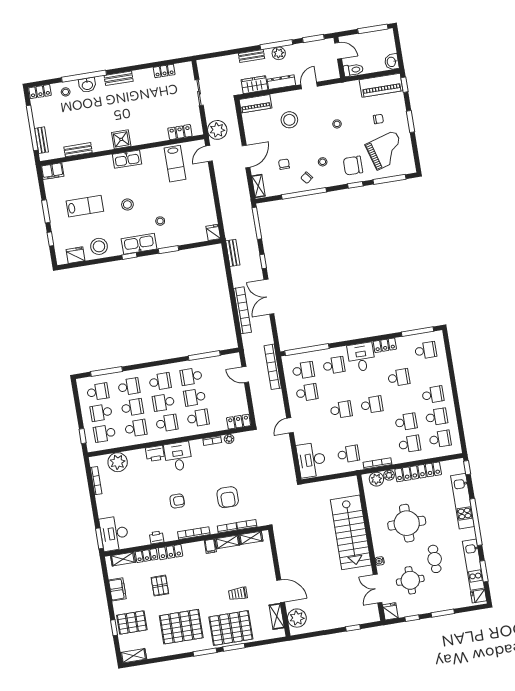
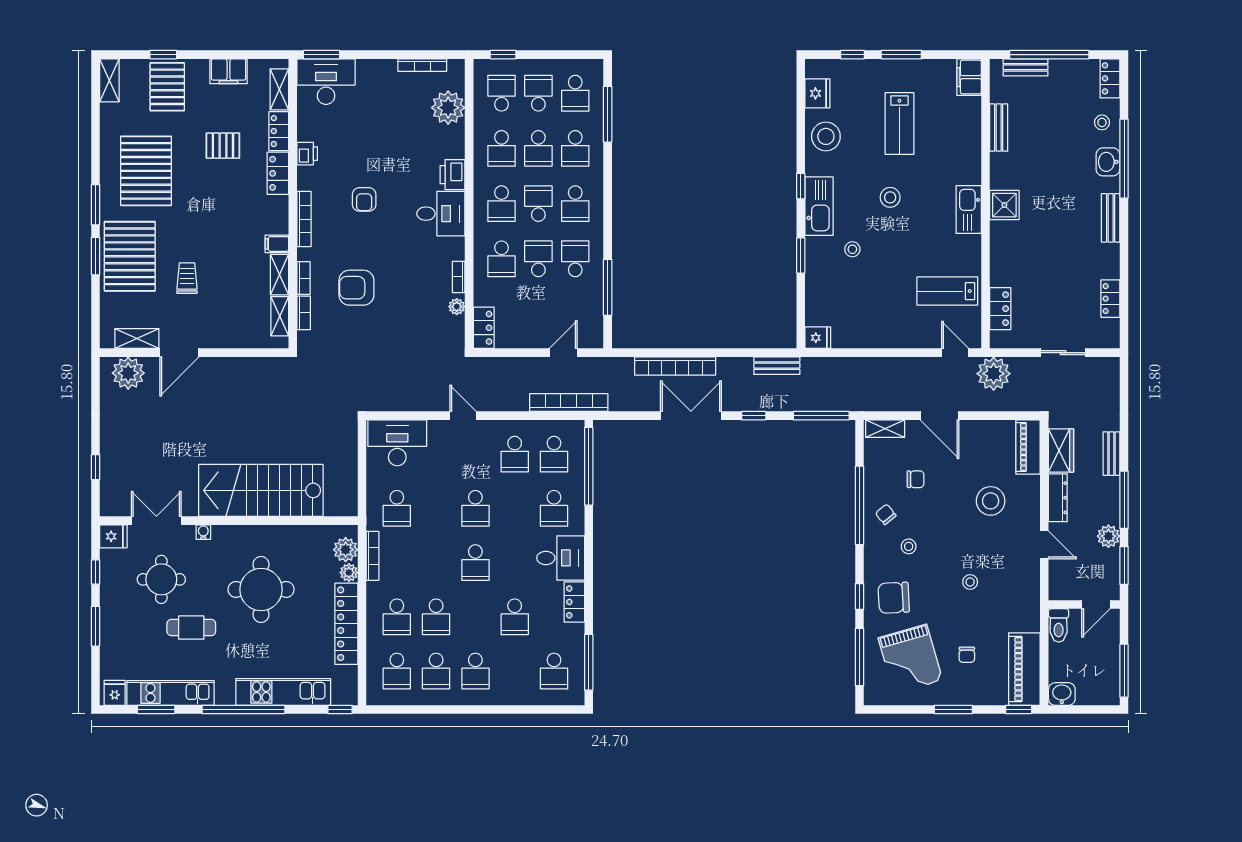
plant: (279, 53) -> (1108, 536), moved
chair: (353, 166) -> (894, 598), turned -93

